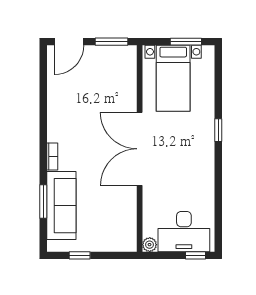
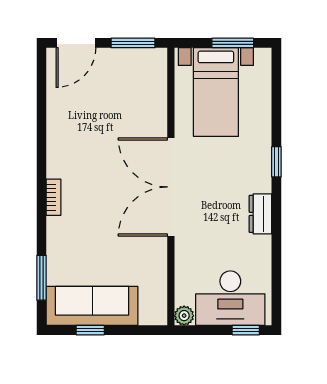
dresser: (206, 169) -> (260, 214), added
window: (43, 201) -> (41, 278), moved
sofa: (61, 206) -> (92, 306), moved, turned -90

